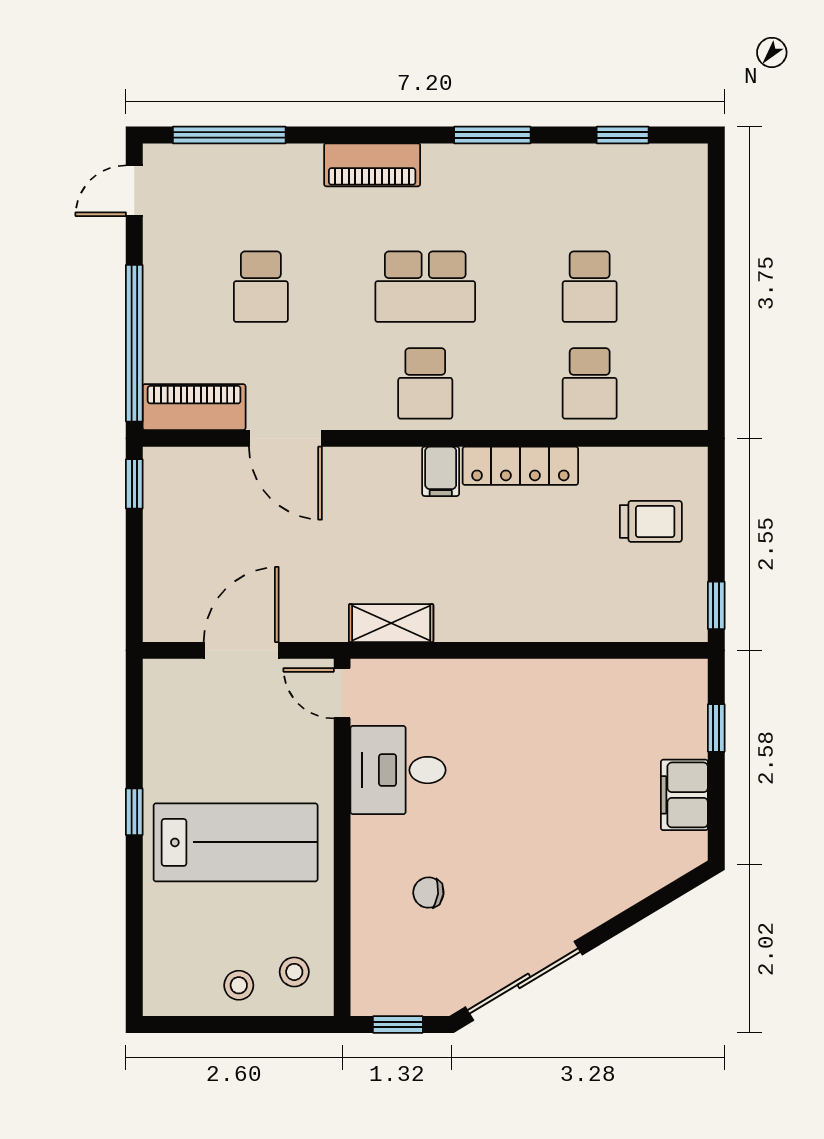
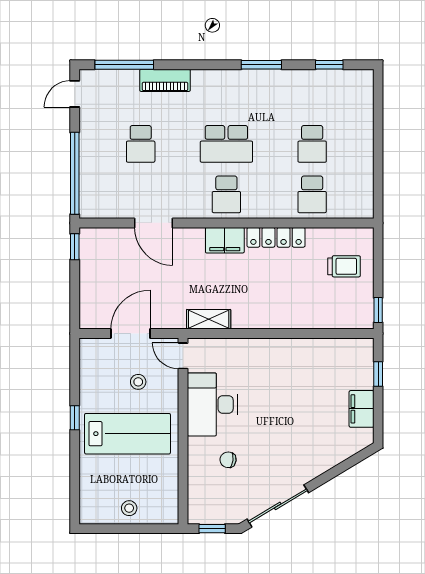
piano: (372, 165) -> (165, 80), moved
piano: (194, 407) -> (106, 207), removed
filing cabinet: (441, 471) -> (225, 240), width x2.00
desk: (398, 770) -> (212, 404), width x1.37
stool: (294, 972) -> (138, 382), moved

